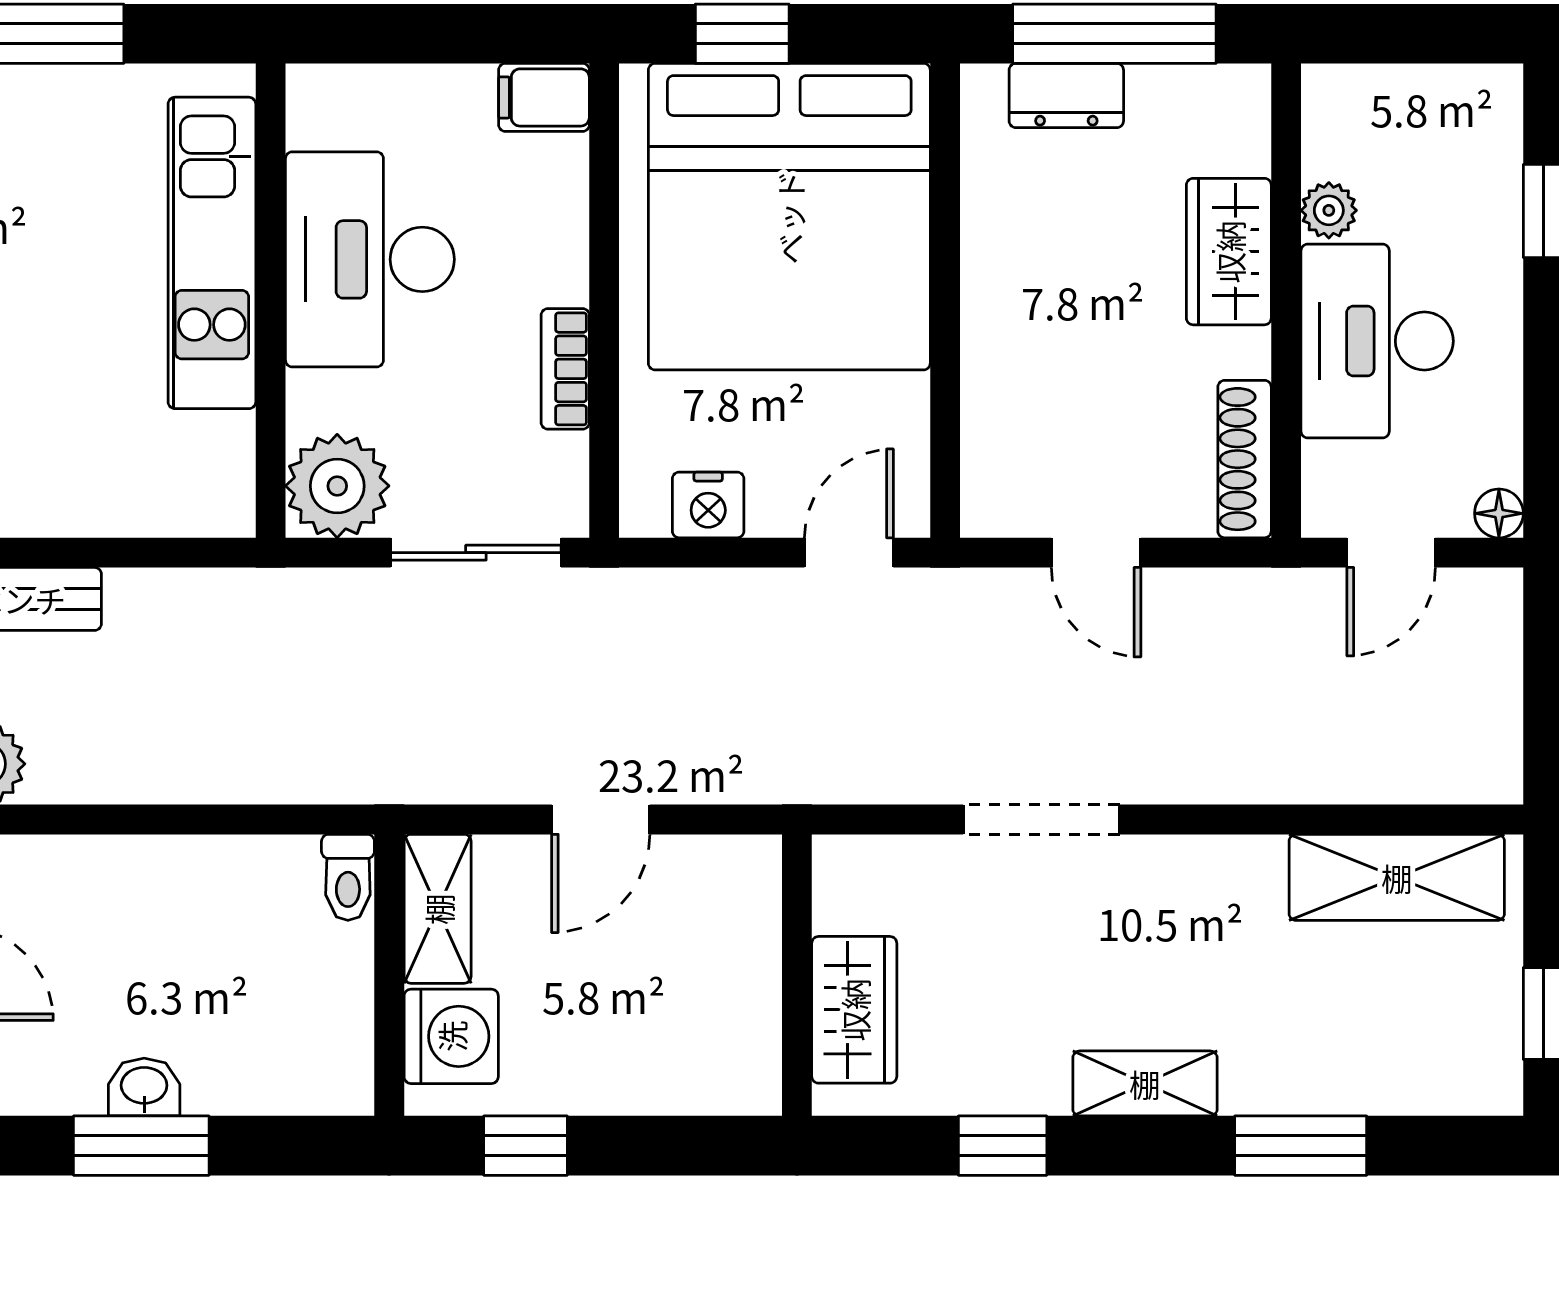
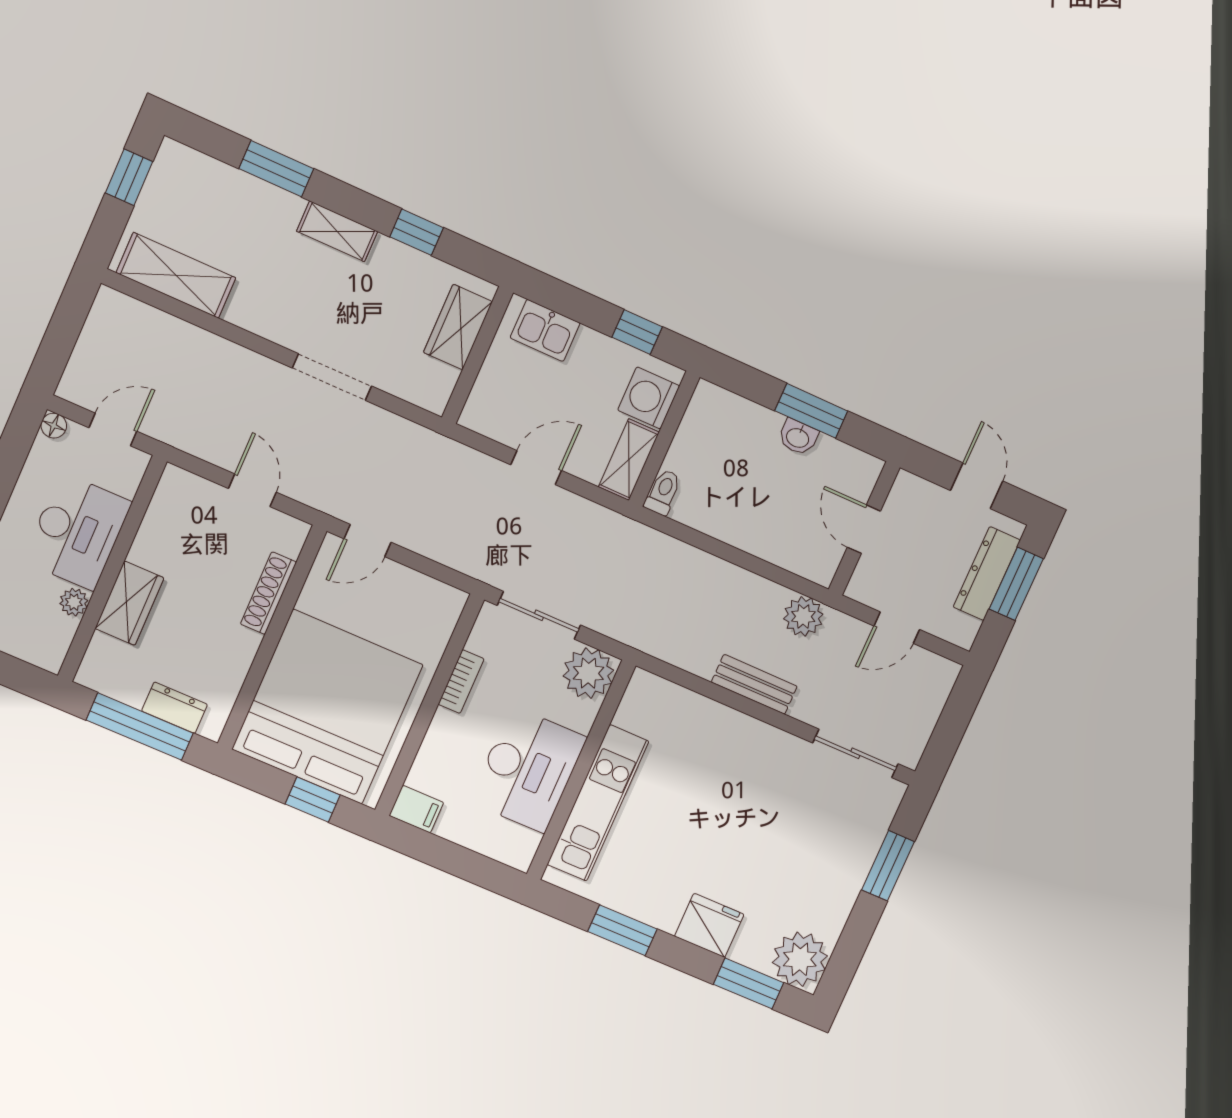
shoe rack: (1245, 459) -> (268, 593), moved, turned 180
nightstand: (708, 505) -> (423, 591), removed
kitchen sink: (694, 1074) -> (545, 330), added

